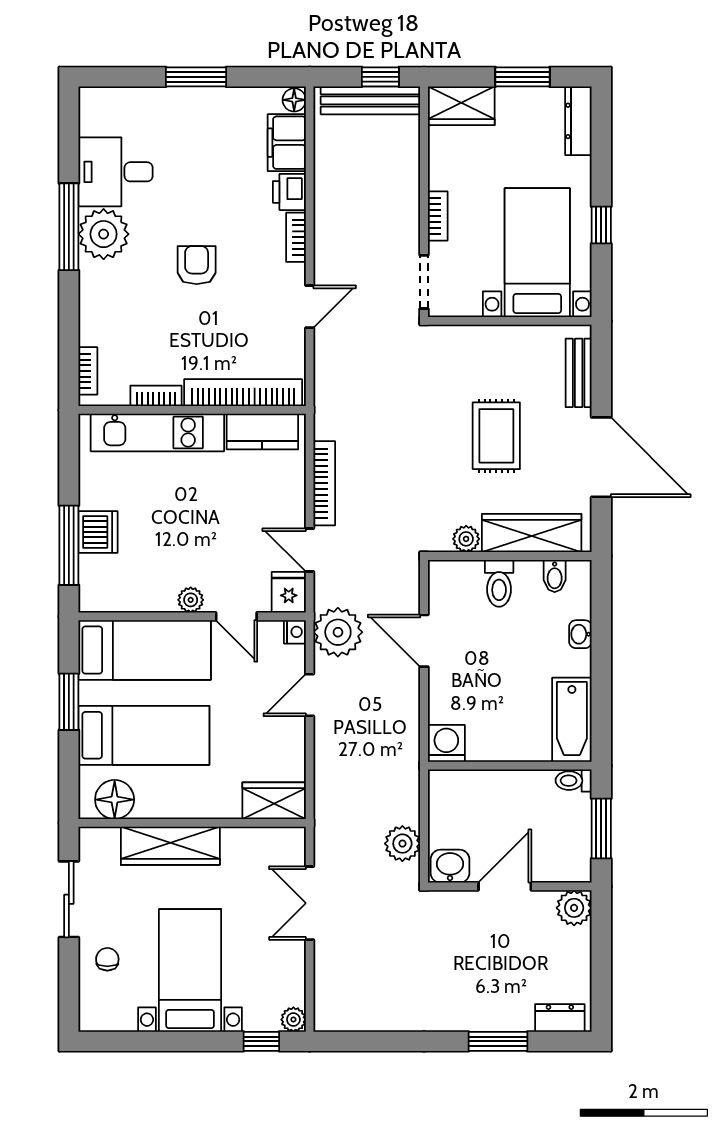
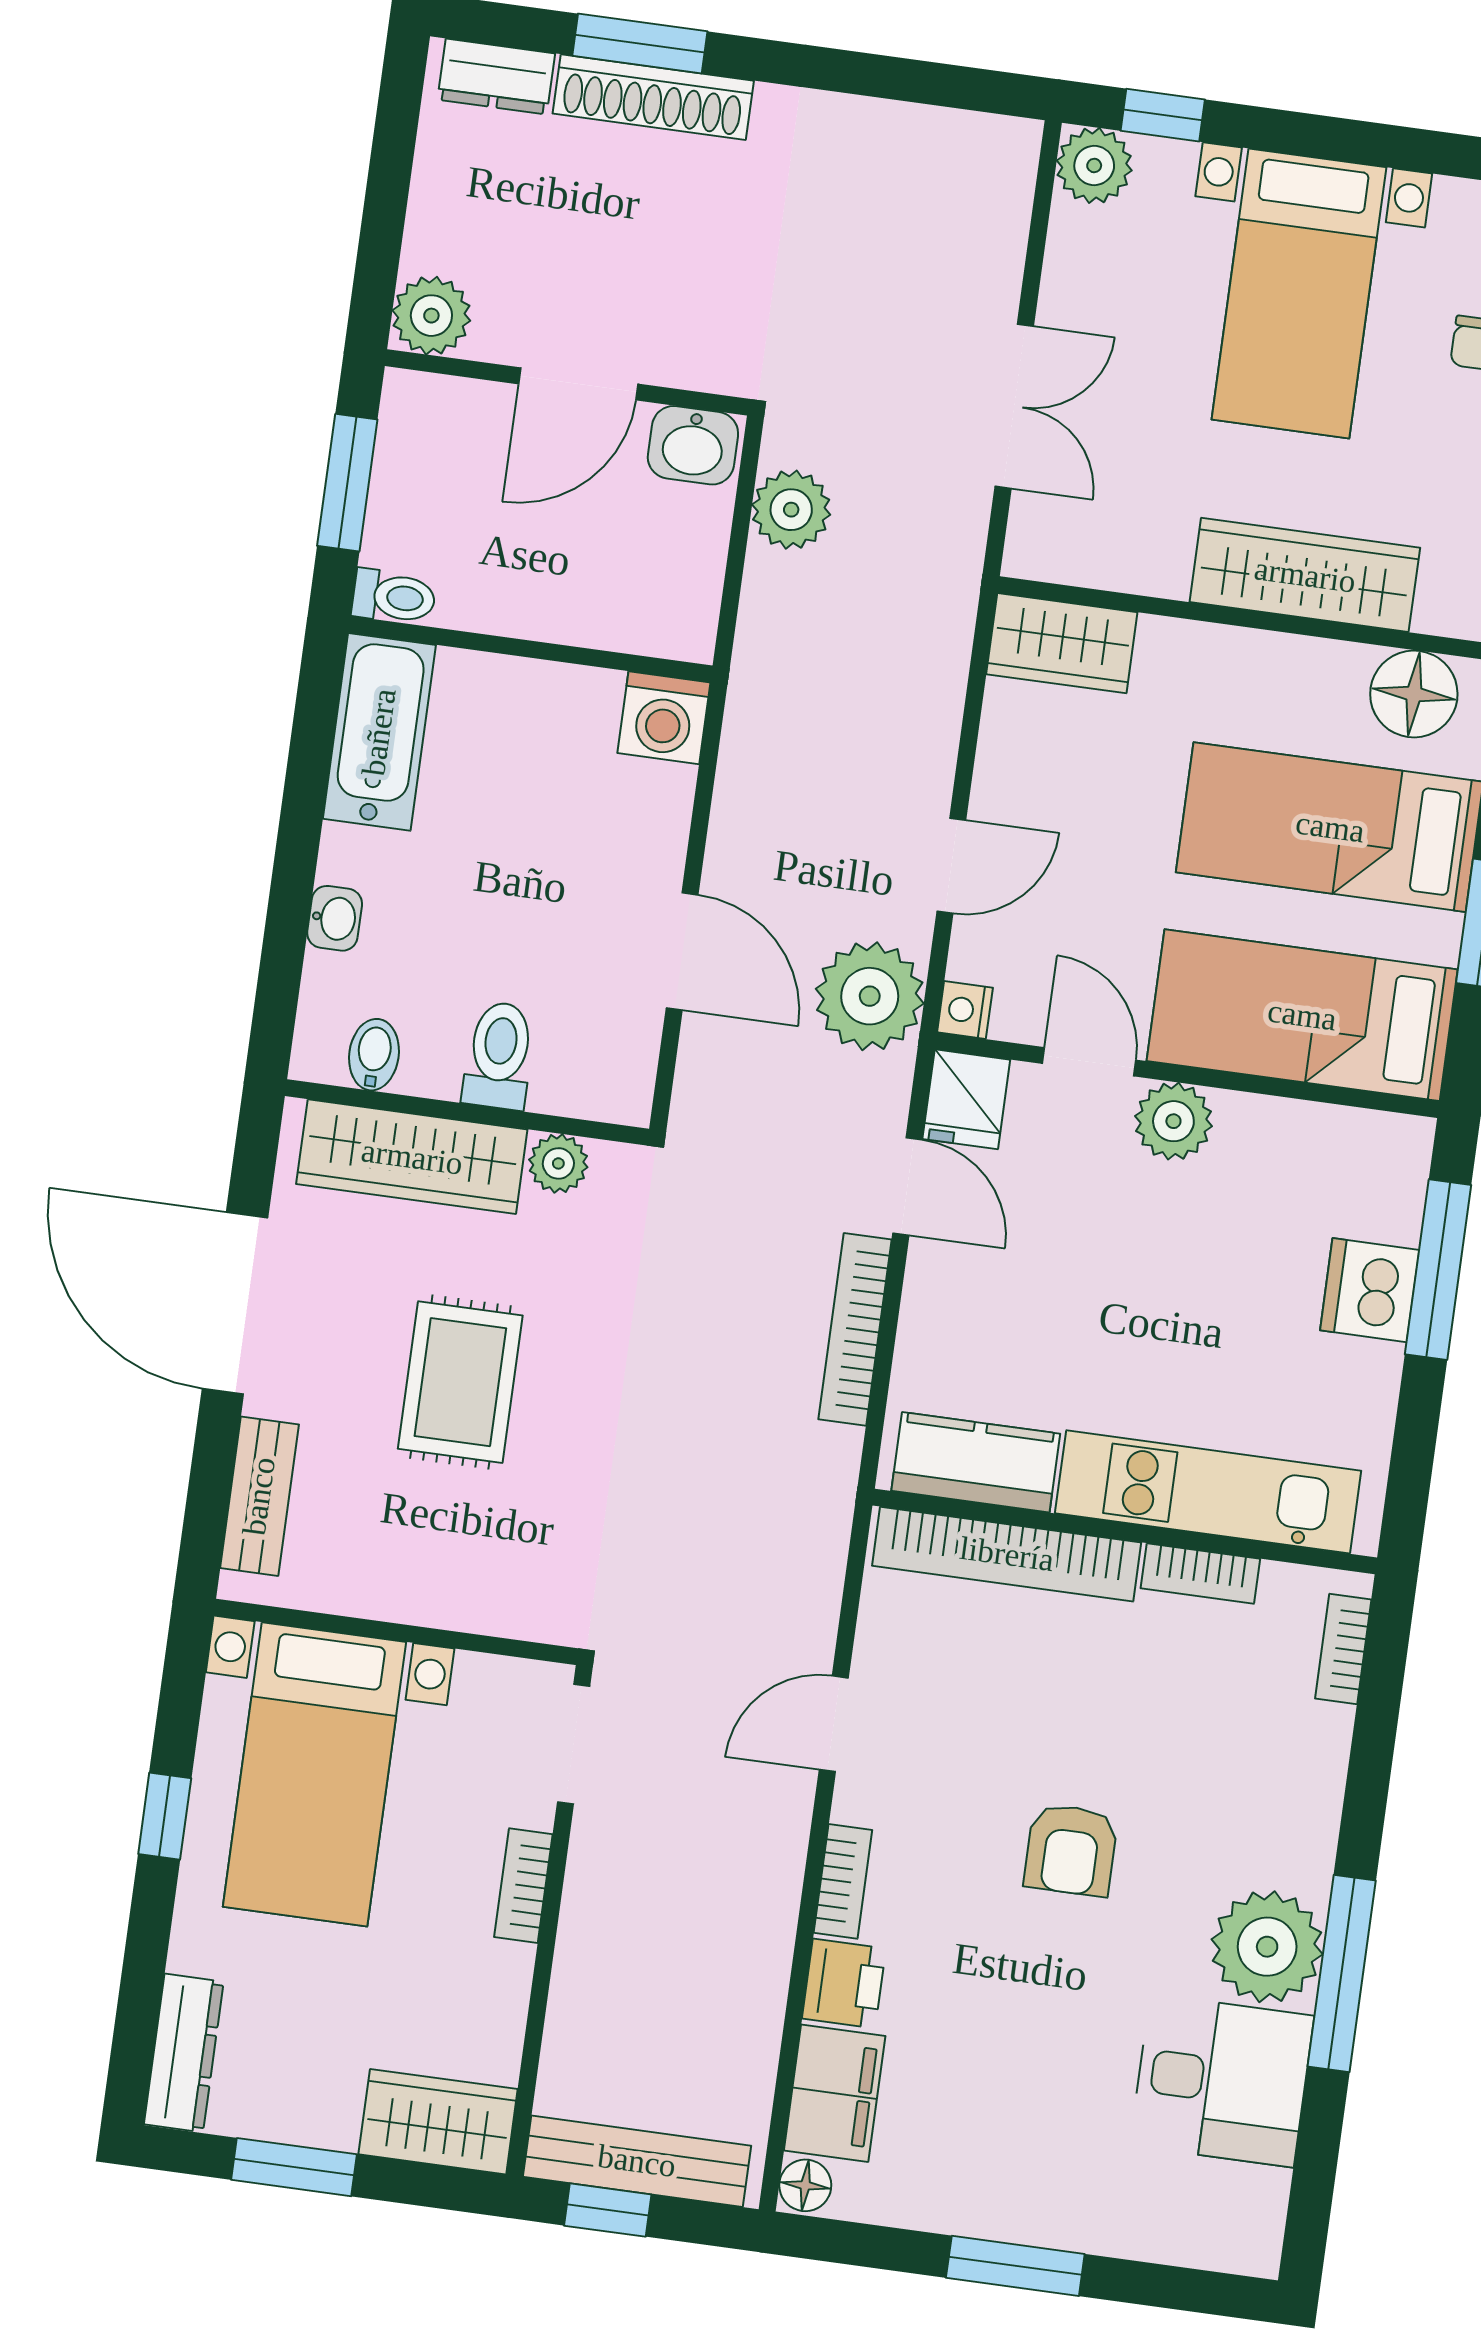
plant: (191, 600) -> (1173, 1121), width x1.38, depth x1.38
shoe rack: (489, 1018) -> (653, 97), added
plant: (293, 1020) -> (1094, 166), width x1.38, depth x1.38

